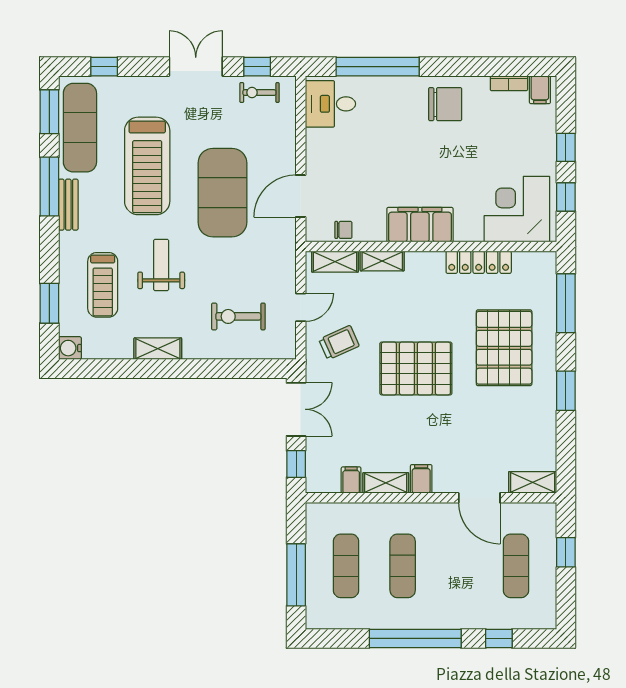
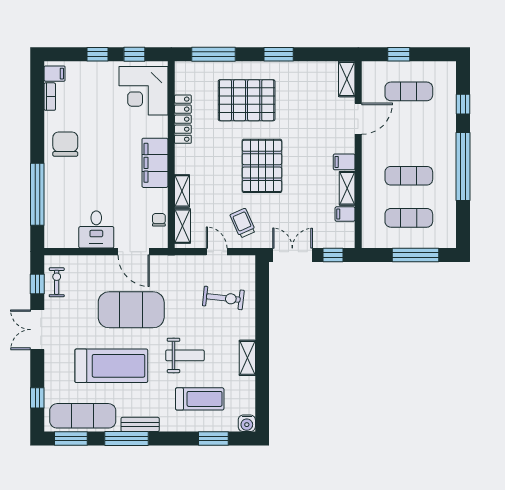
exercise bike: (259, 93) -> (57, 282), turned 180
desk: (330, 104) -> (96, 229), moved
weight bench: (161, 265) -> (185, 355), turned 180
exercise bike: (238, 316) -> (223, 298), turned -84

